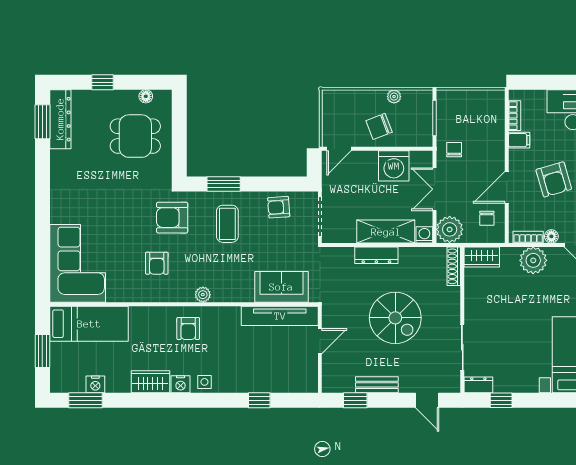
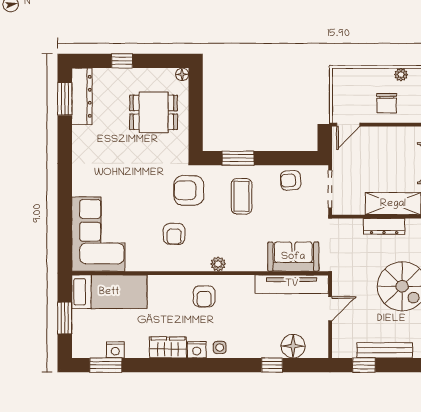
floor lamp: (146, 96) -> (182, 74), moved
chair: (379, 126) -> (387, 103), turned -69
washing machine: (394, 166) -> (401, 141), removed
floor lamp: (281, 380) -> (293, 346), added
bench: (377, 385) -> (385, 350), width x1.36

